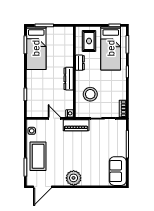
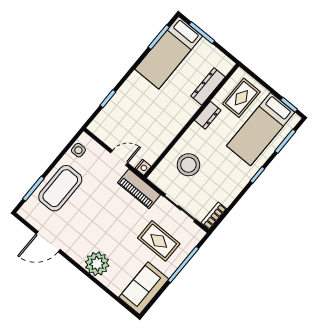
dresser: (69, 79) -> (208, 87), moved
door: (54, 118) -> (119, 158), hinge flipped
rug: (106, 142) -> (159, 241), added
plant: (74, 178) -> (97, 264), moved
door: (42, 187) -> (48, 242), moved

